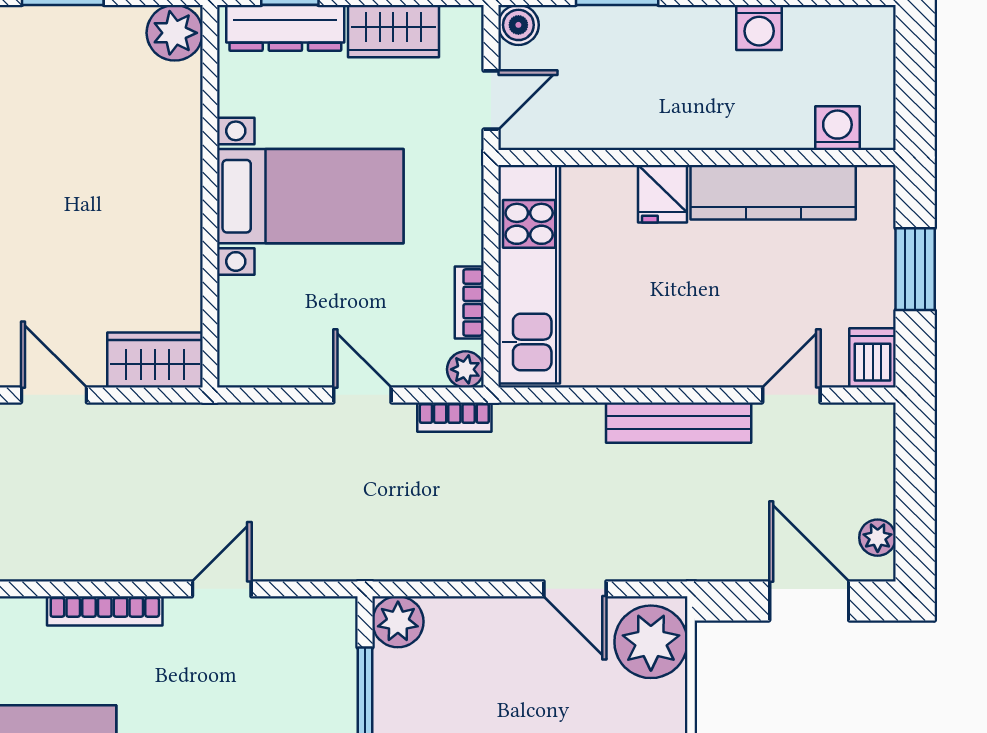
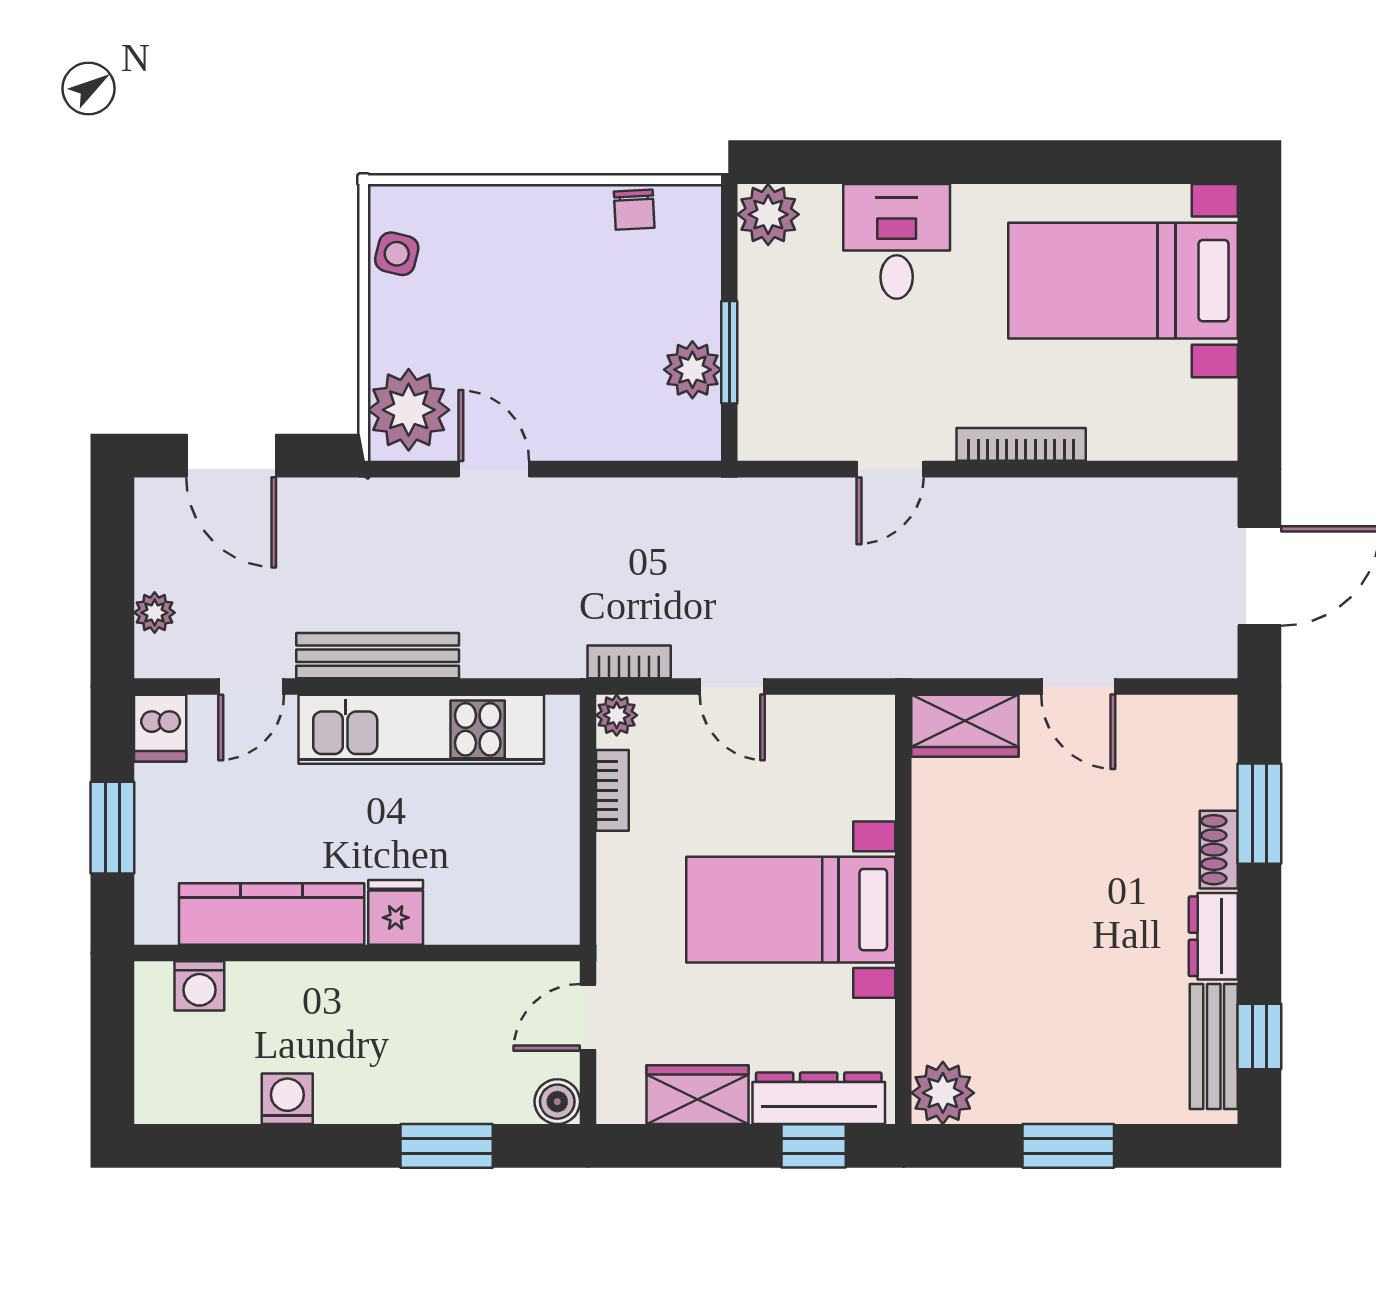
kitchen unit: (529, 274) -> (421, 729), moved, turned -90
plant: (878, 538) -> (155, 613), moved
plant: (398, 622) -> (692, 370), moved

